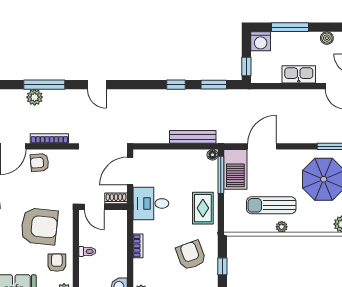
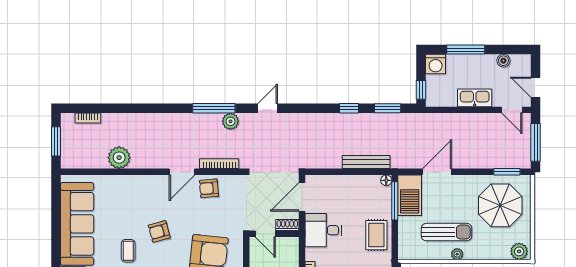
door: (97, 85) -> (268, 108), swing flipped
plant: (35, 97) -> (230, 121), moved
sun lounger: (271, 205) -> (446, 232), turned 180

